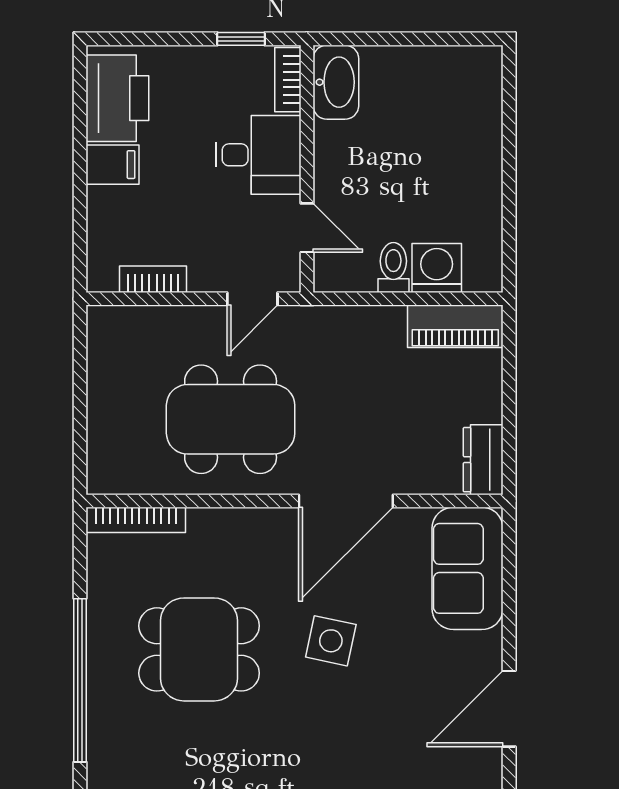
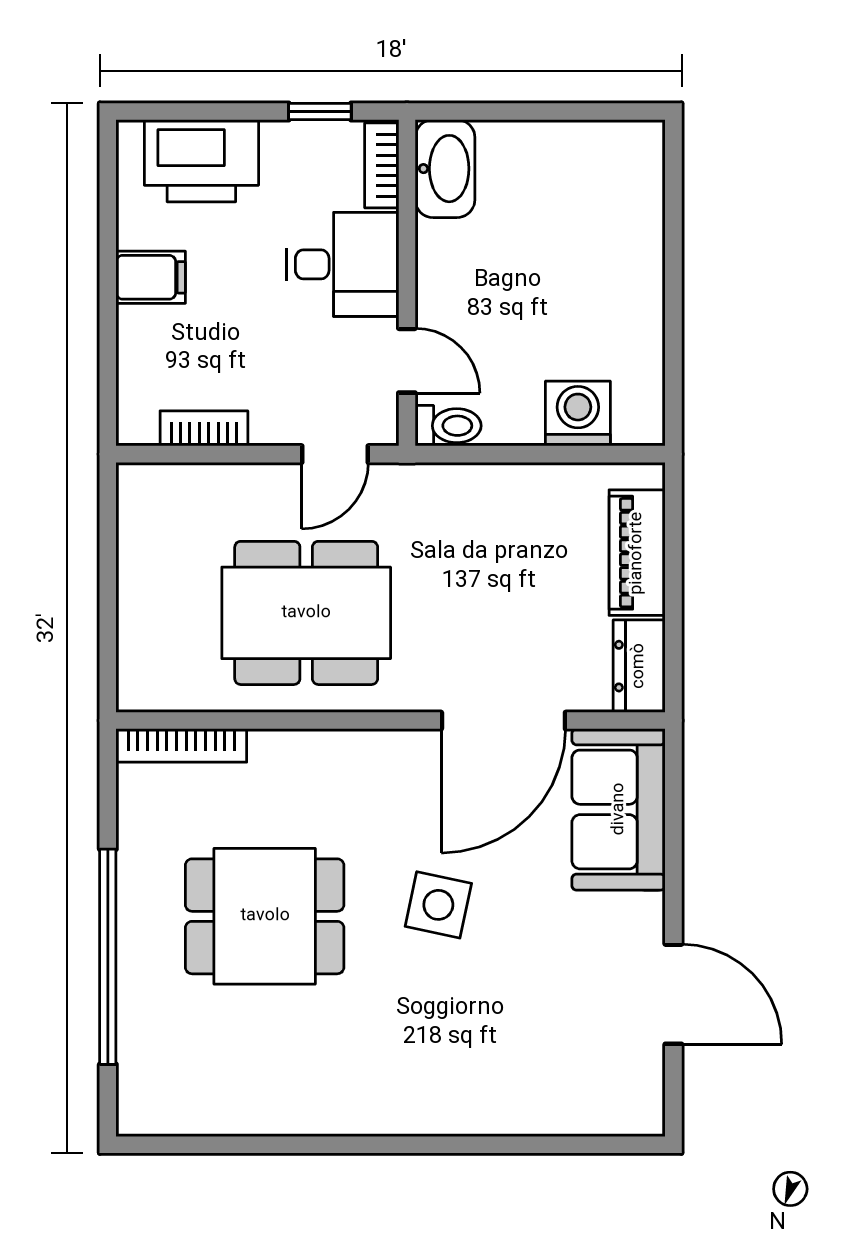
printer: (117, 98) -> (201, 161), moved, turned 90
toilet: (393, 268) -> (448, 426), moved, turned 90
piano: (455, 326) -> (637, 553), moved, turned 90
door: (346, 501) -> (503, 721), moved
door: (509, 709) -> (673, 994), swing flipped

